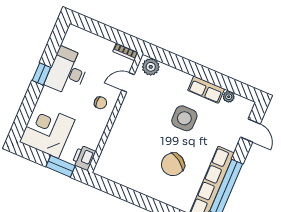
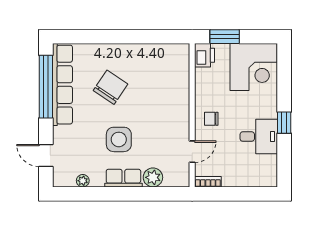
plant: (151, 67) -> (153, 177), moved
desk: (67, 71) -> (259, 137), width x0.73
row of seats: (206, 90) -> (123, 178), moved

